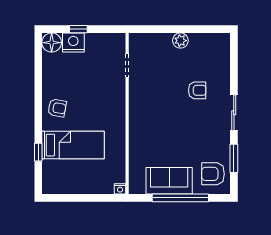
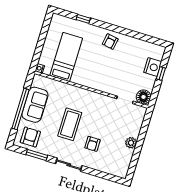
floor lamp: (52, 43) -> (143, 97), moved
coffee table: (181, 128) -> (70, 124), added
bed: (73, 145) -> (66, 57), moved, turned 180

